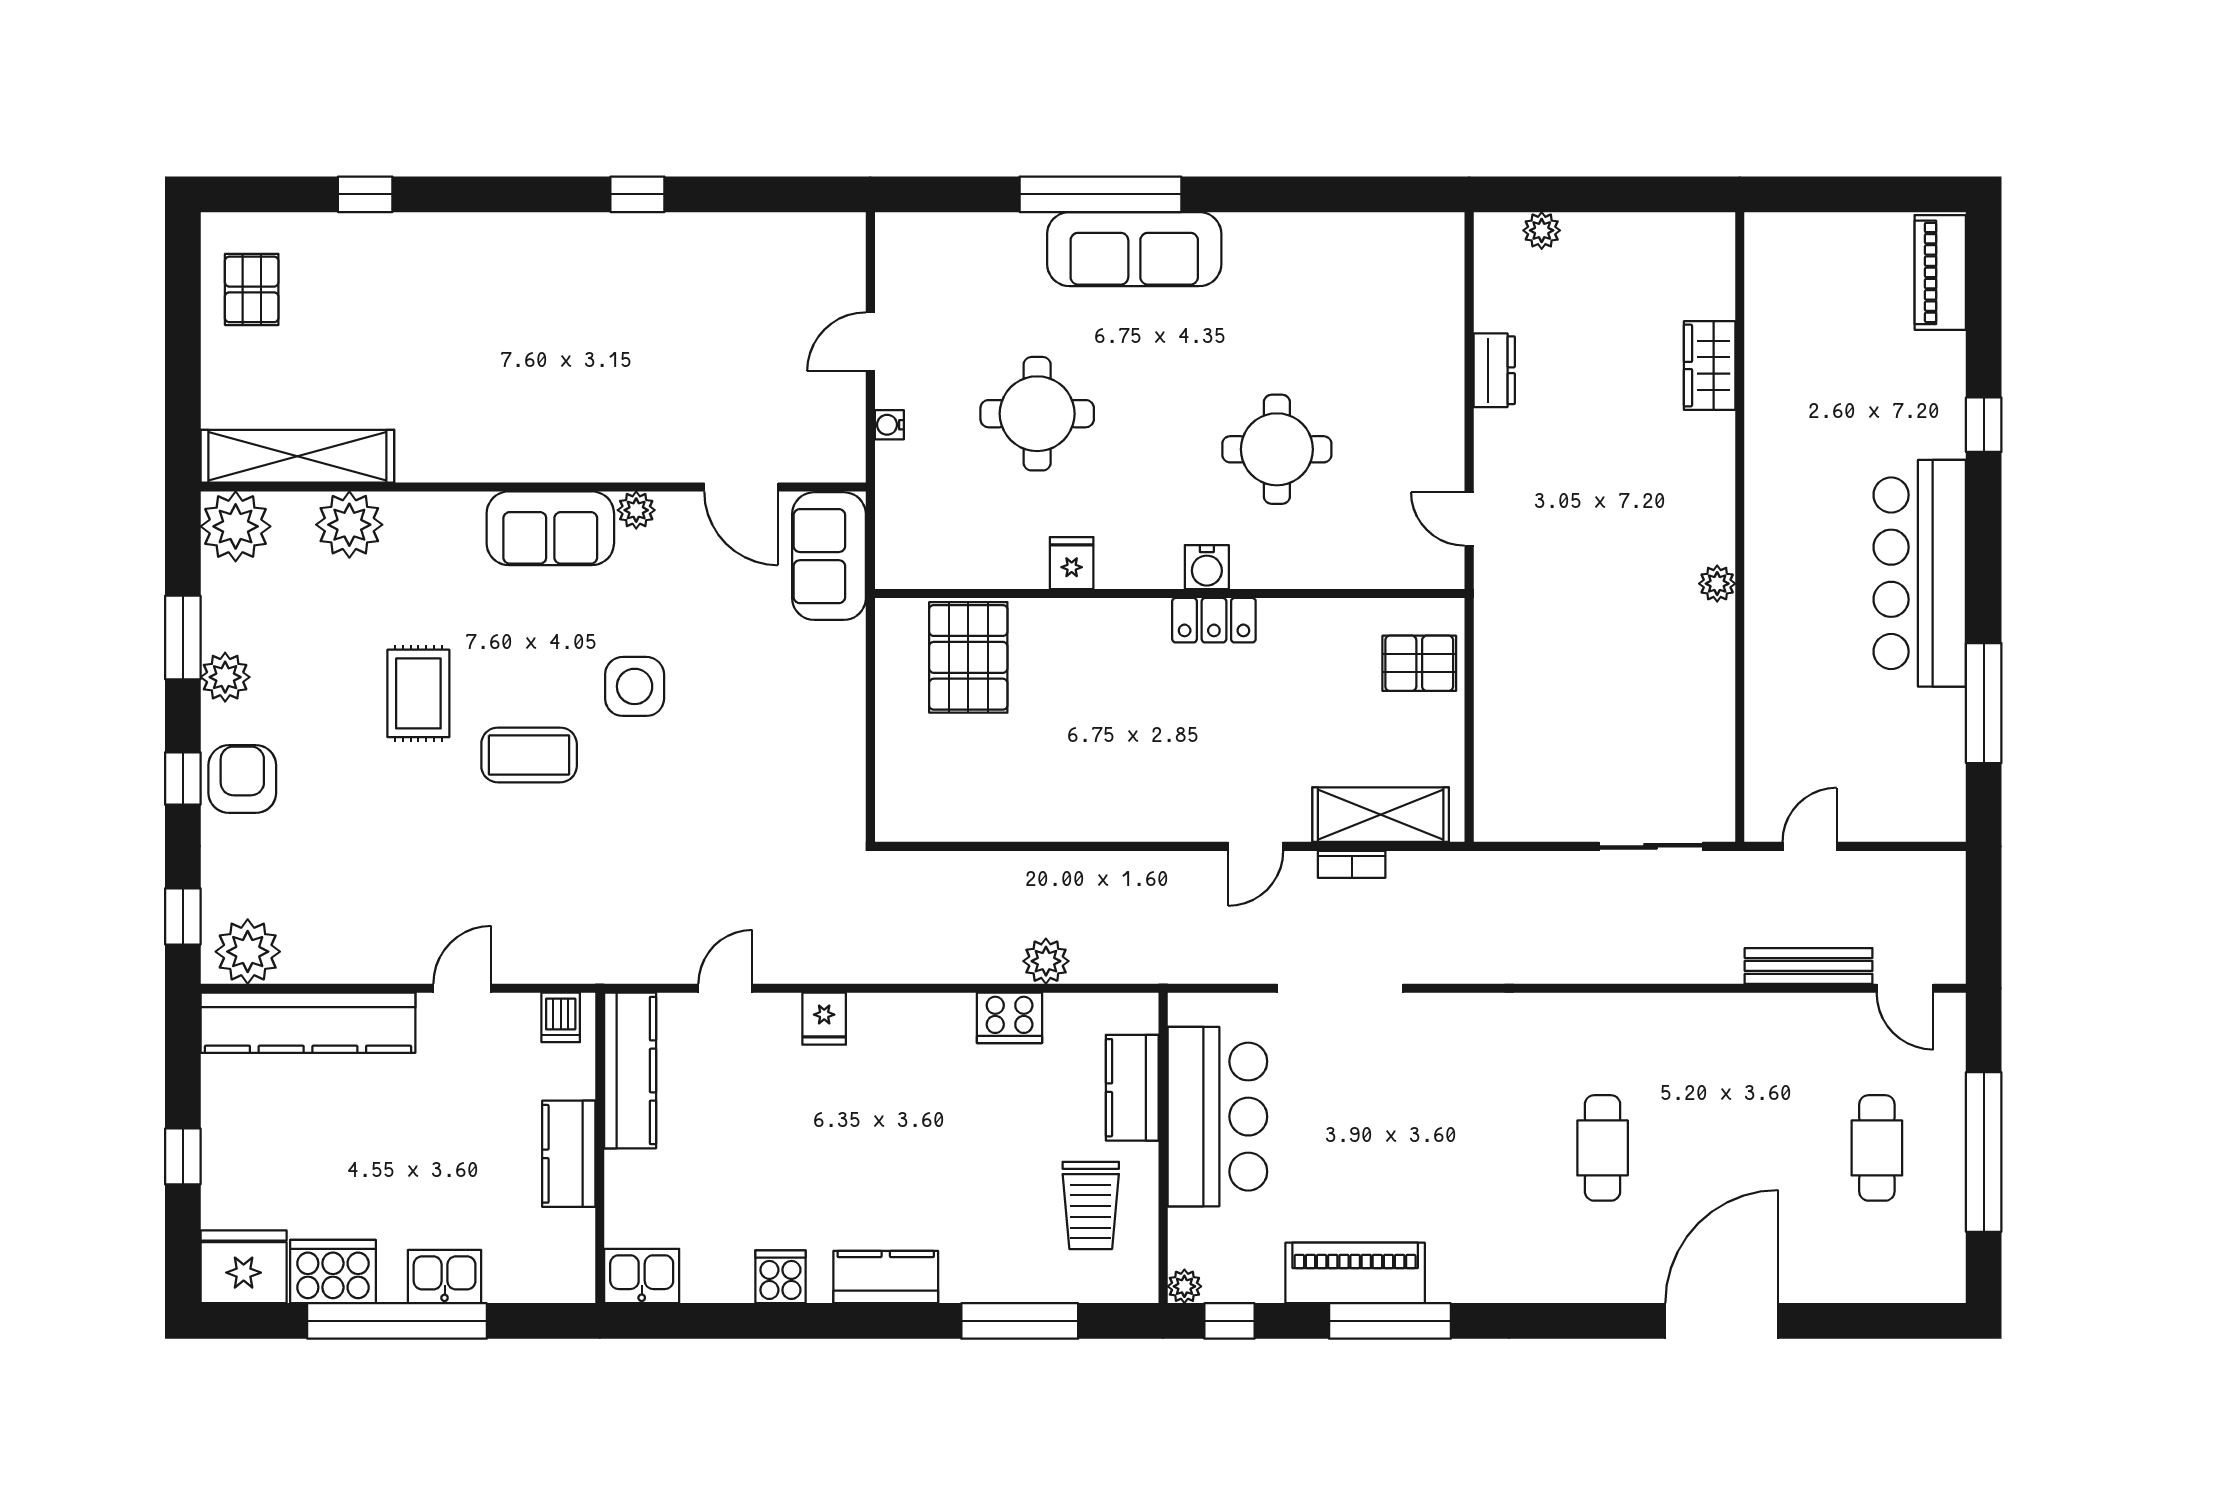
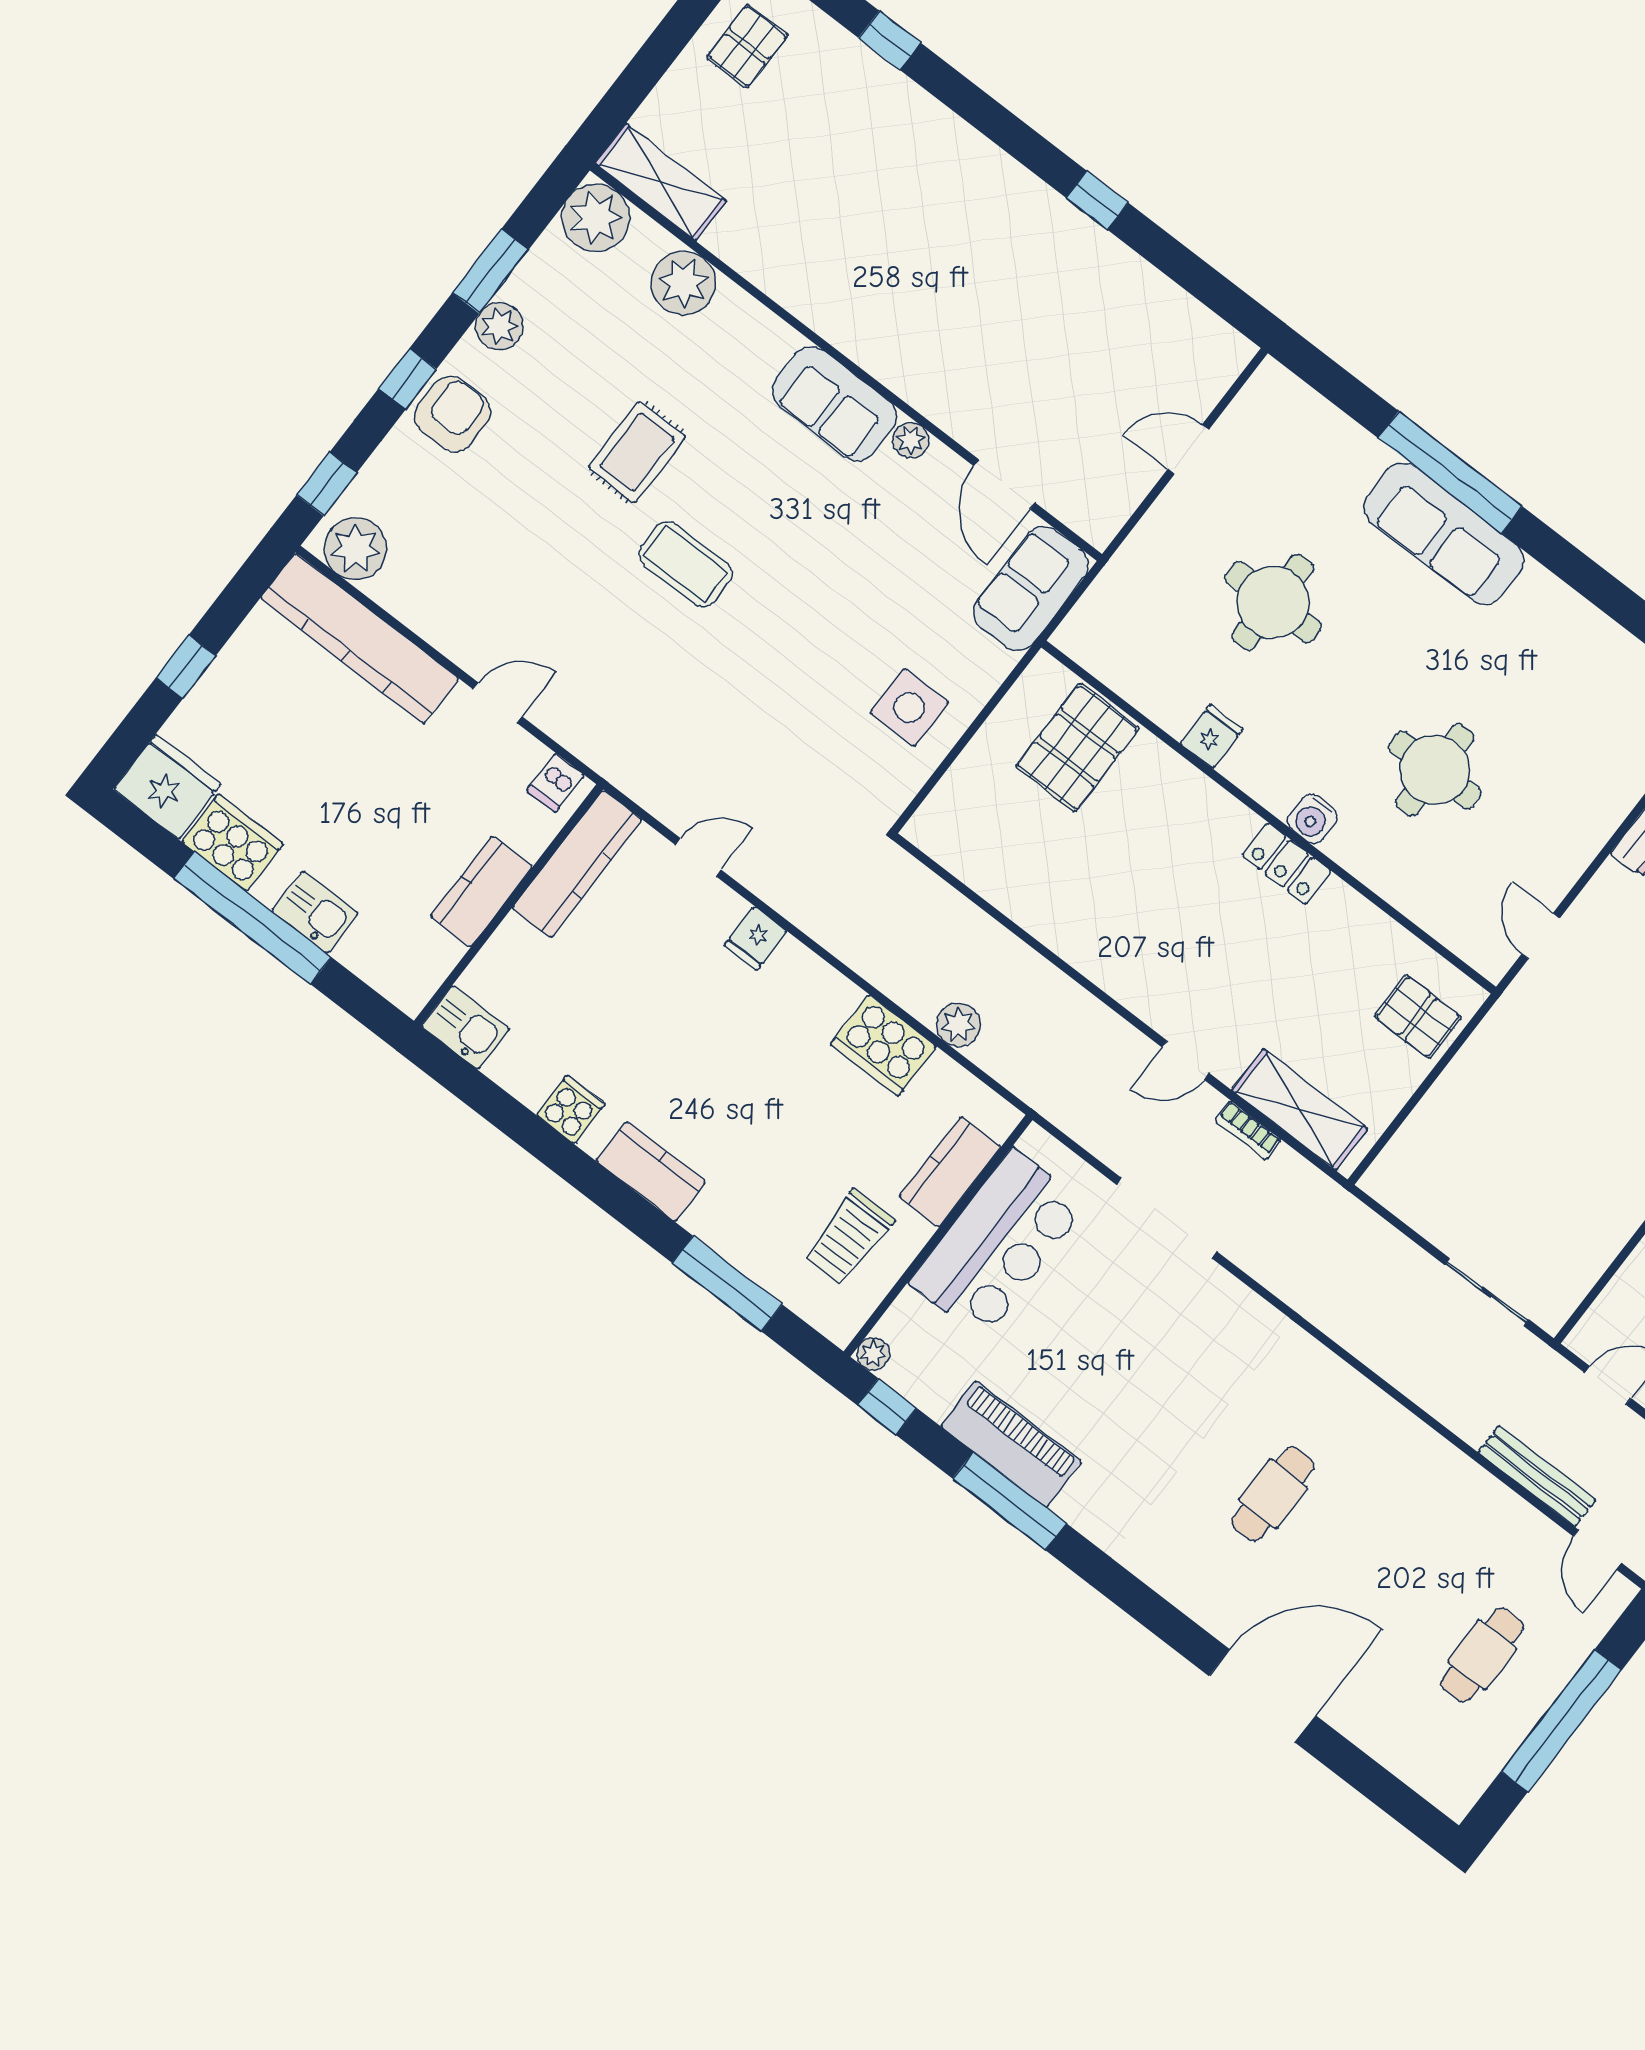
water cooler: (889, 425) -> (1154, 524), removed
shelving: (297, 456) -> (661, 182), width x0.68
side table: (635, 686) -> (909, 708), moved
cooker: (1010, 1018) -> (883, 1045), width x1.37, depth x1.31

